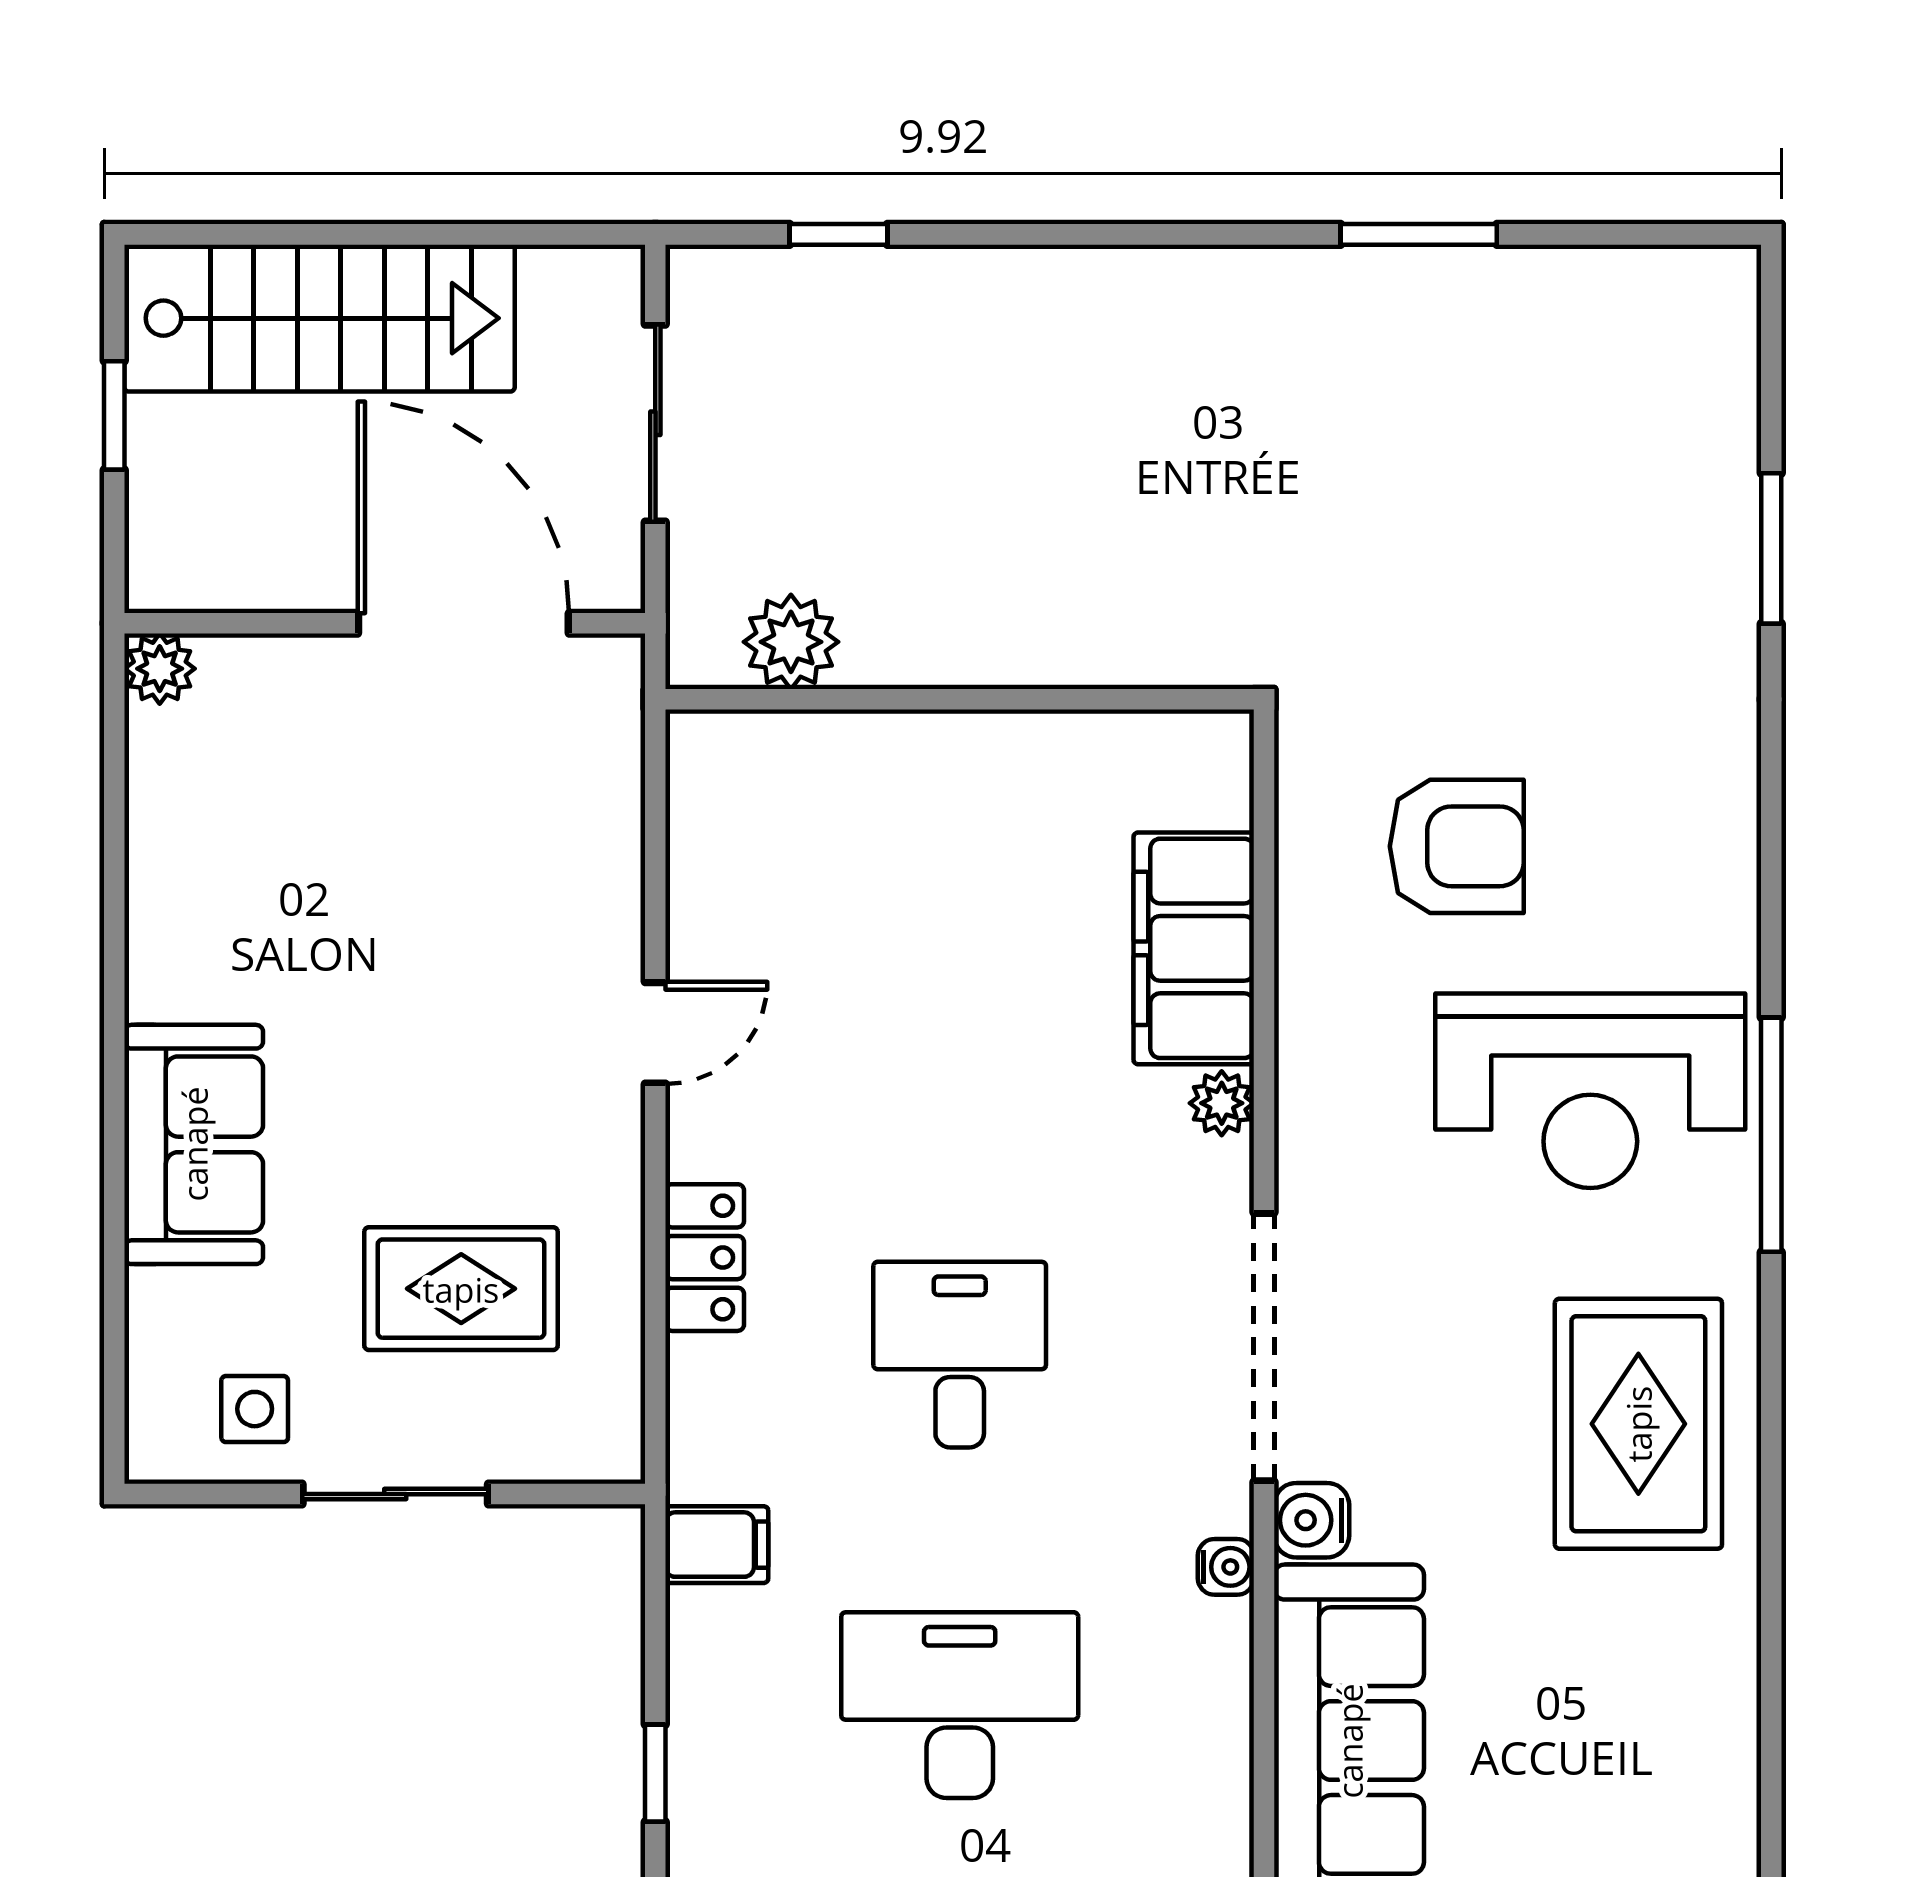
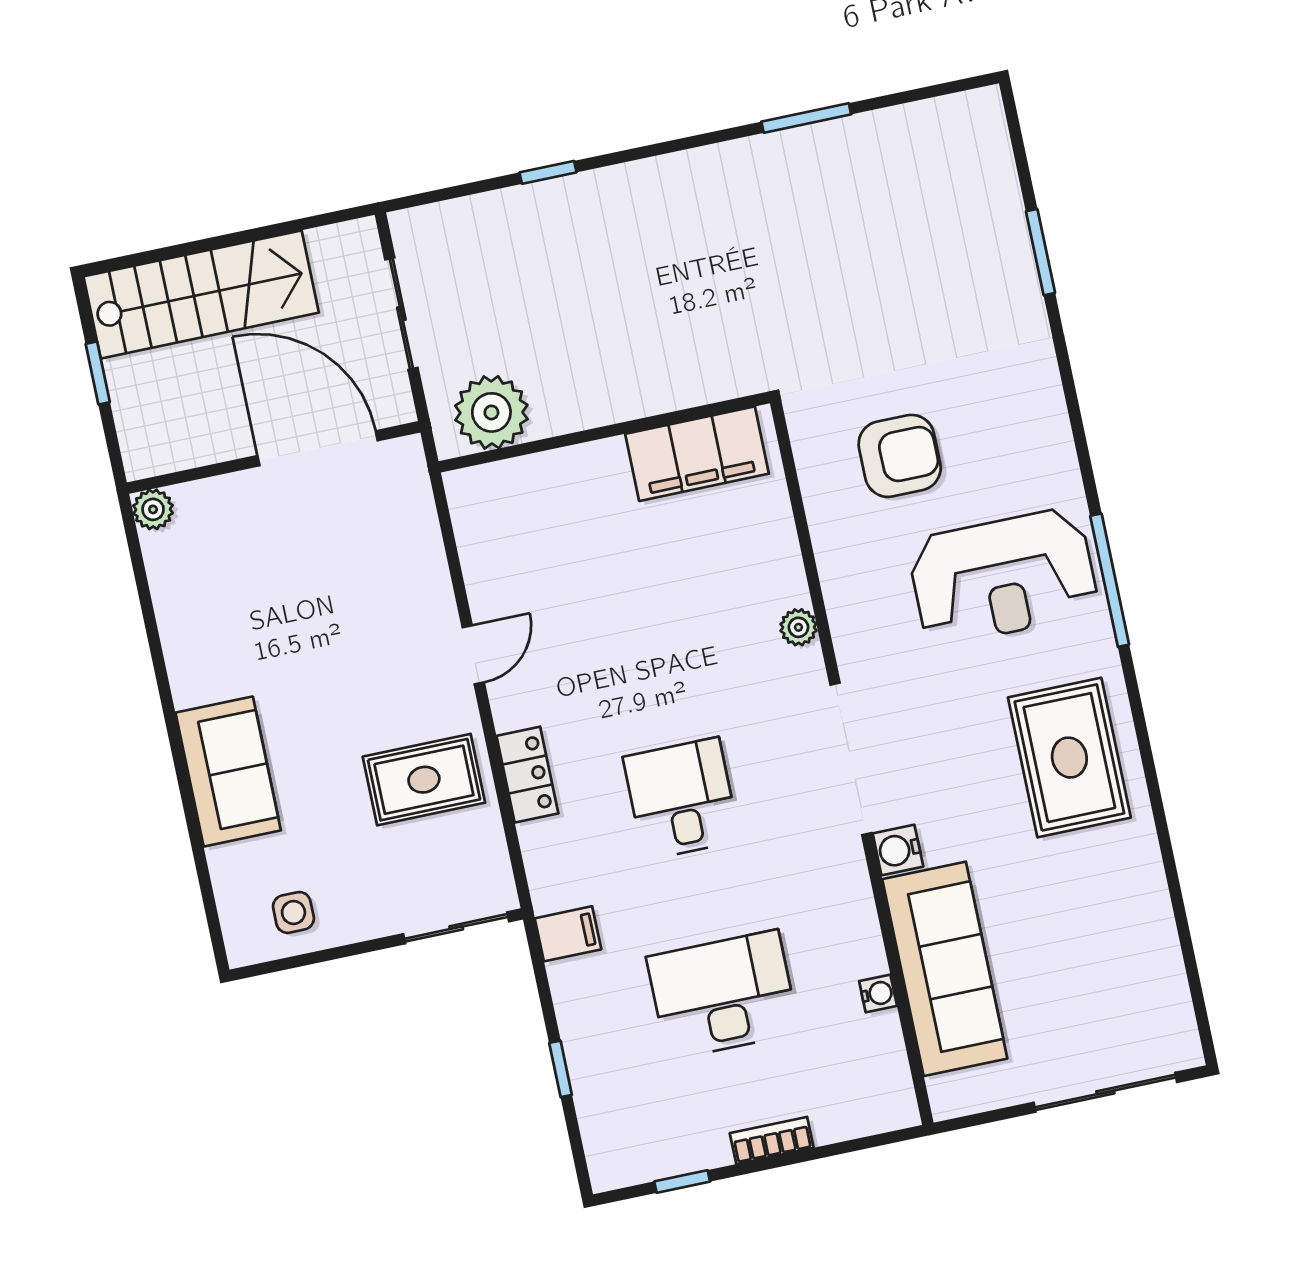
window: (839, 234) -> (548, 172), moved
plant: (791, 642) -> (491, 412), width x1.36, depth x1.36
filing cabinet: (1194, 948) -> (697, 454), moved, turned -90
rug: (461, 1289) -> (424, 780), moved
sliding door: (395, 1494) -> (456, 928), moved
water cooler: (1226, 1567) -> (878, 993), moved

